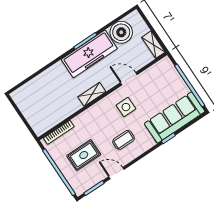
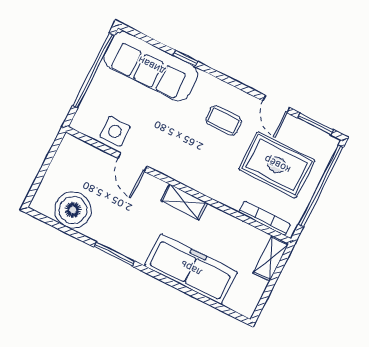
shelving: (153, 45) -> (271, 258), moved
freezer: (89, 54) -> (191, 269), moved
side table: (126, 107) -> (115, 131), moved
rug: (84, 155) -> (277, 165), width x1.36, depth x1.43

